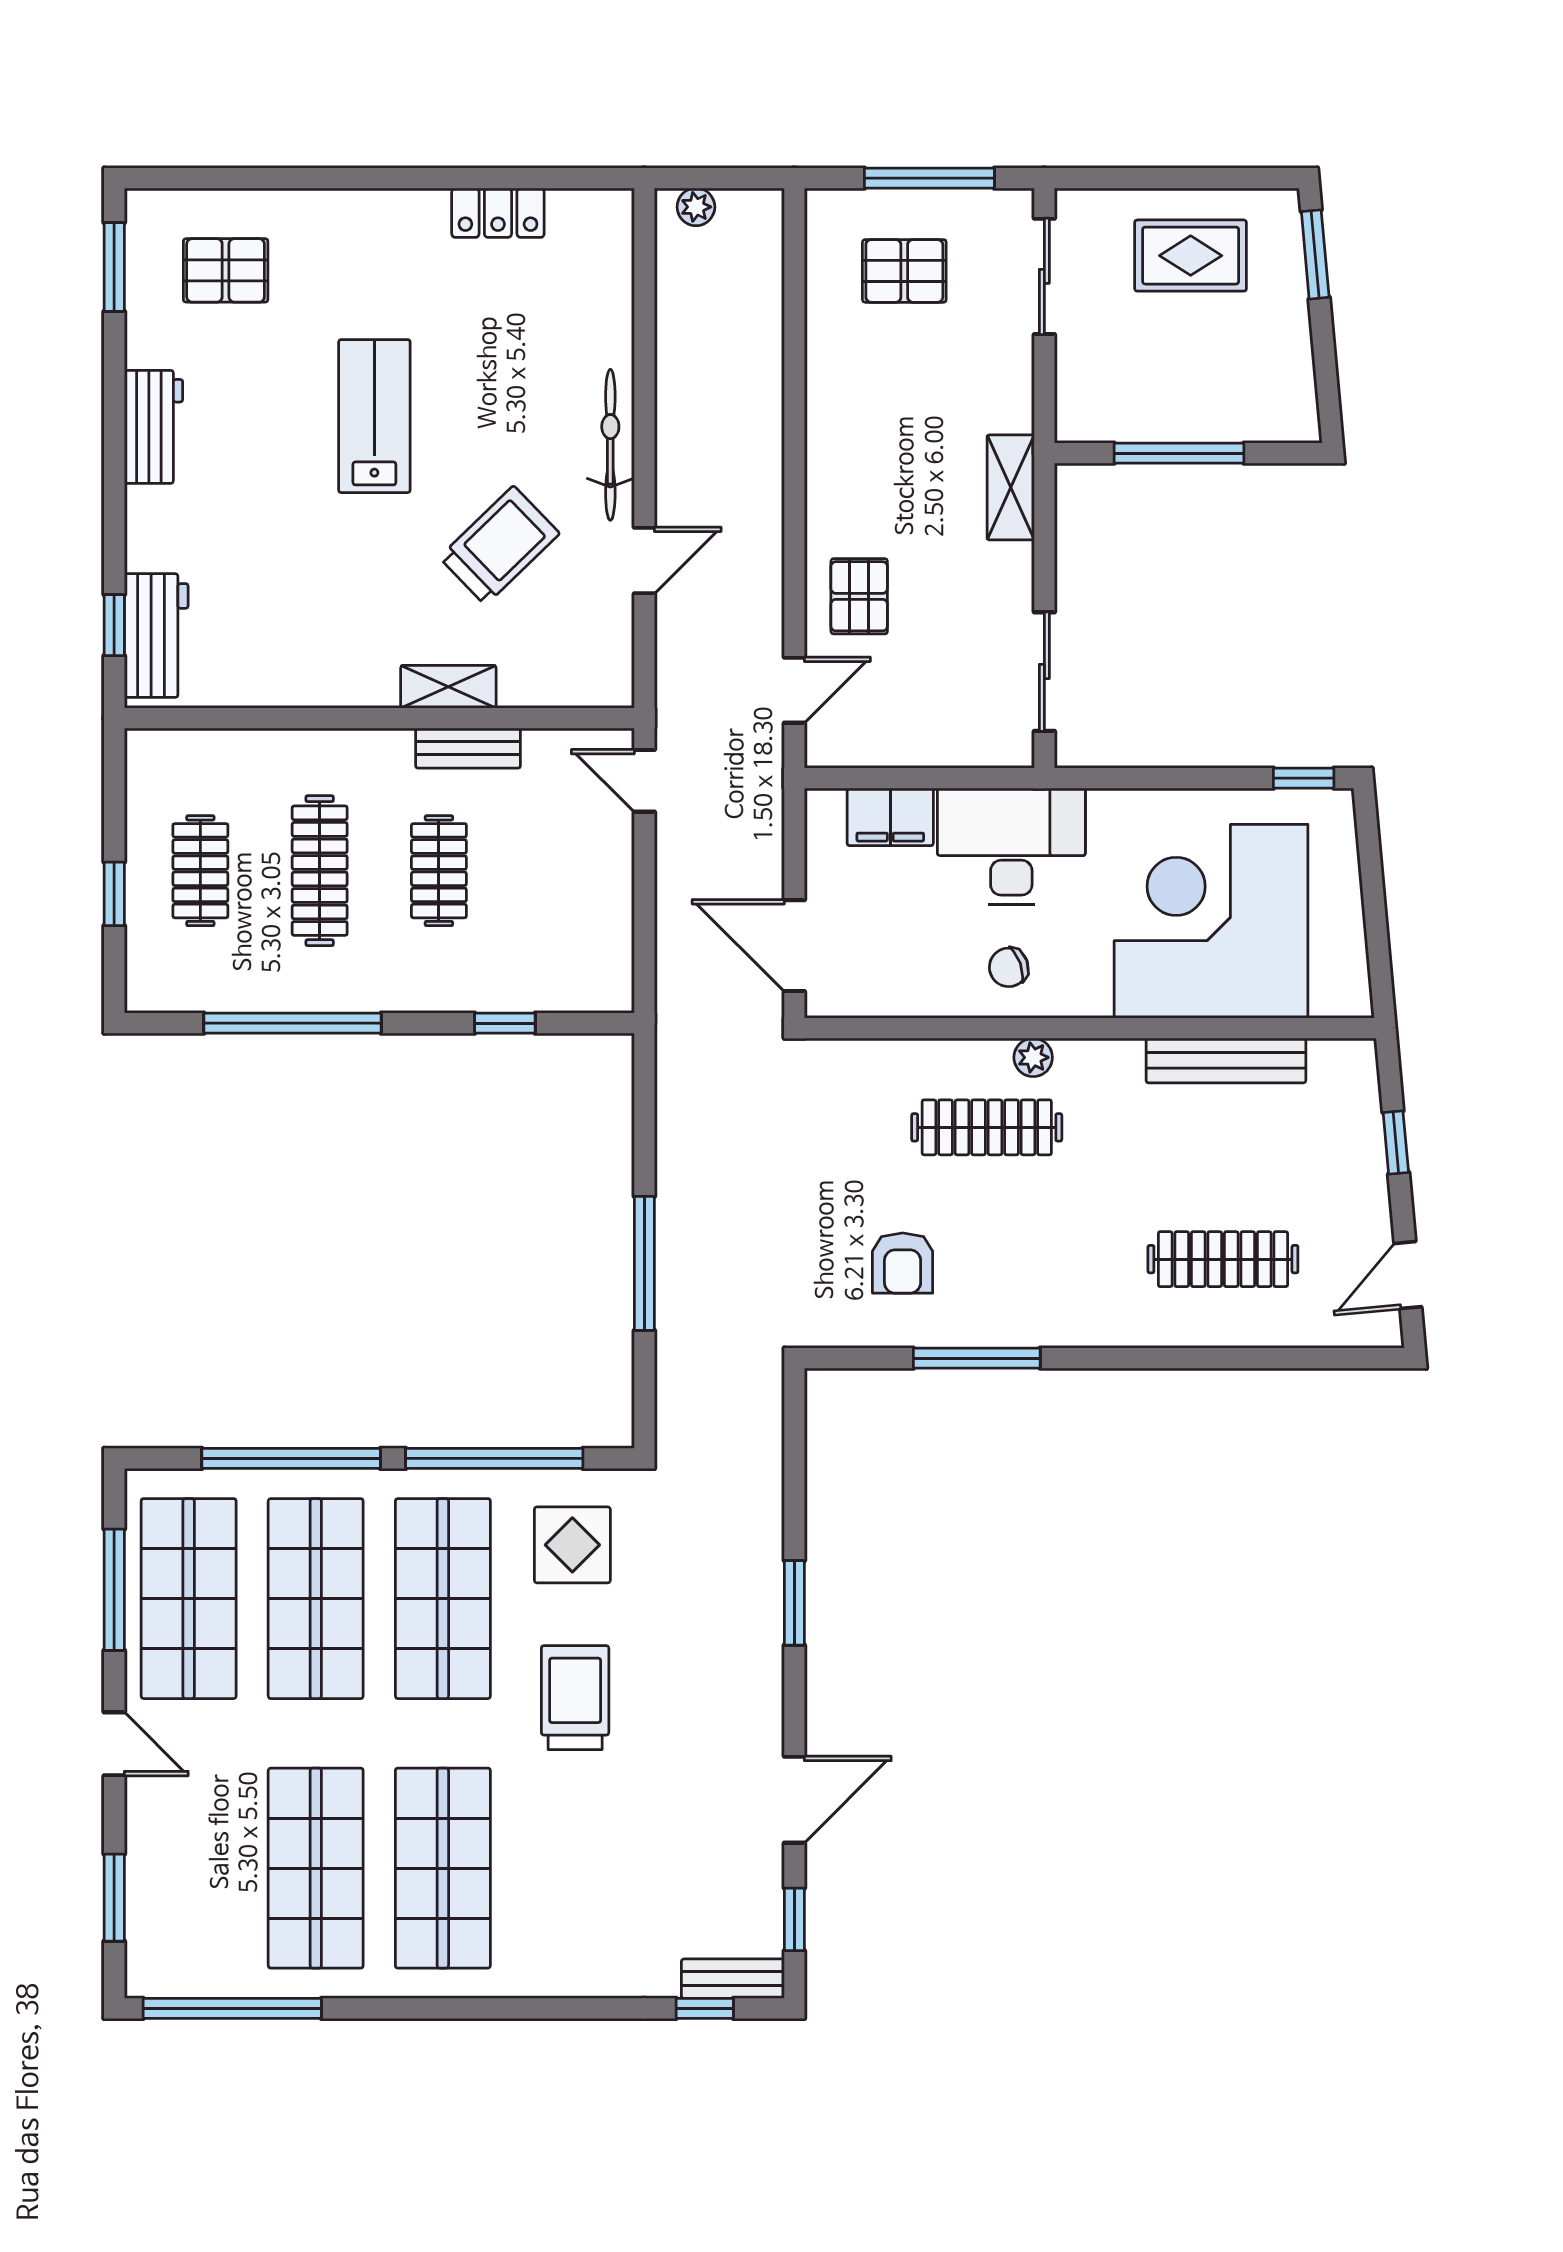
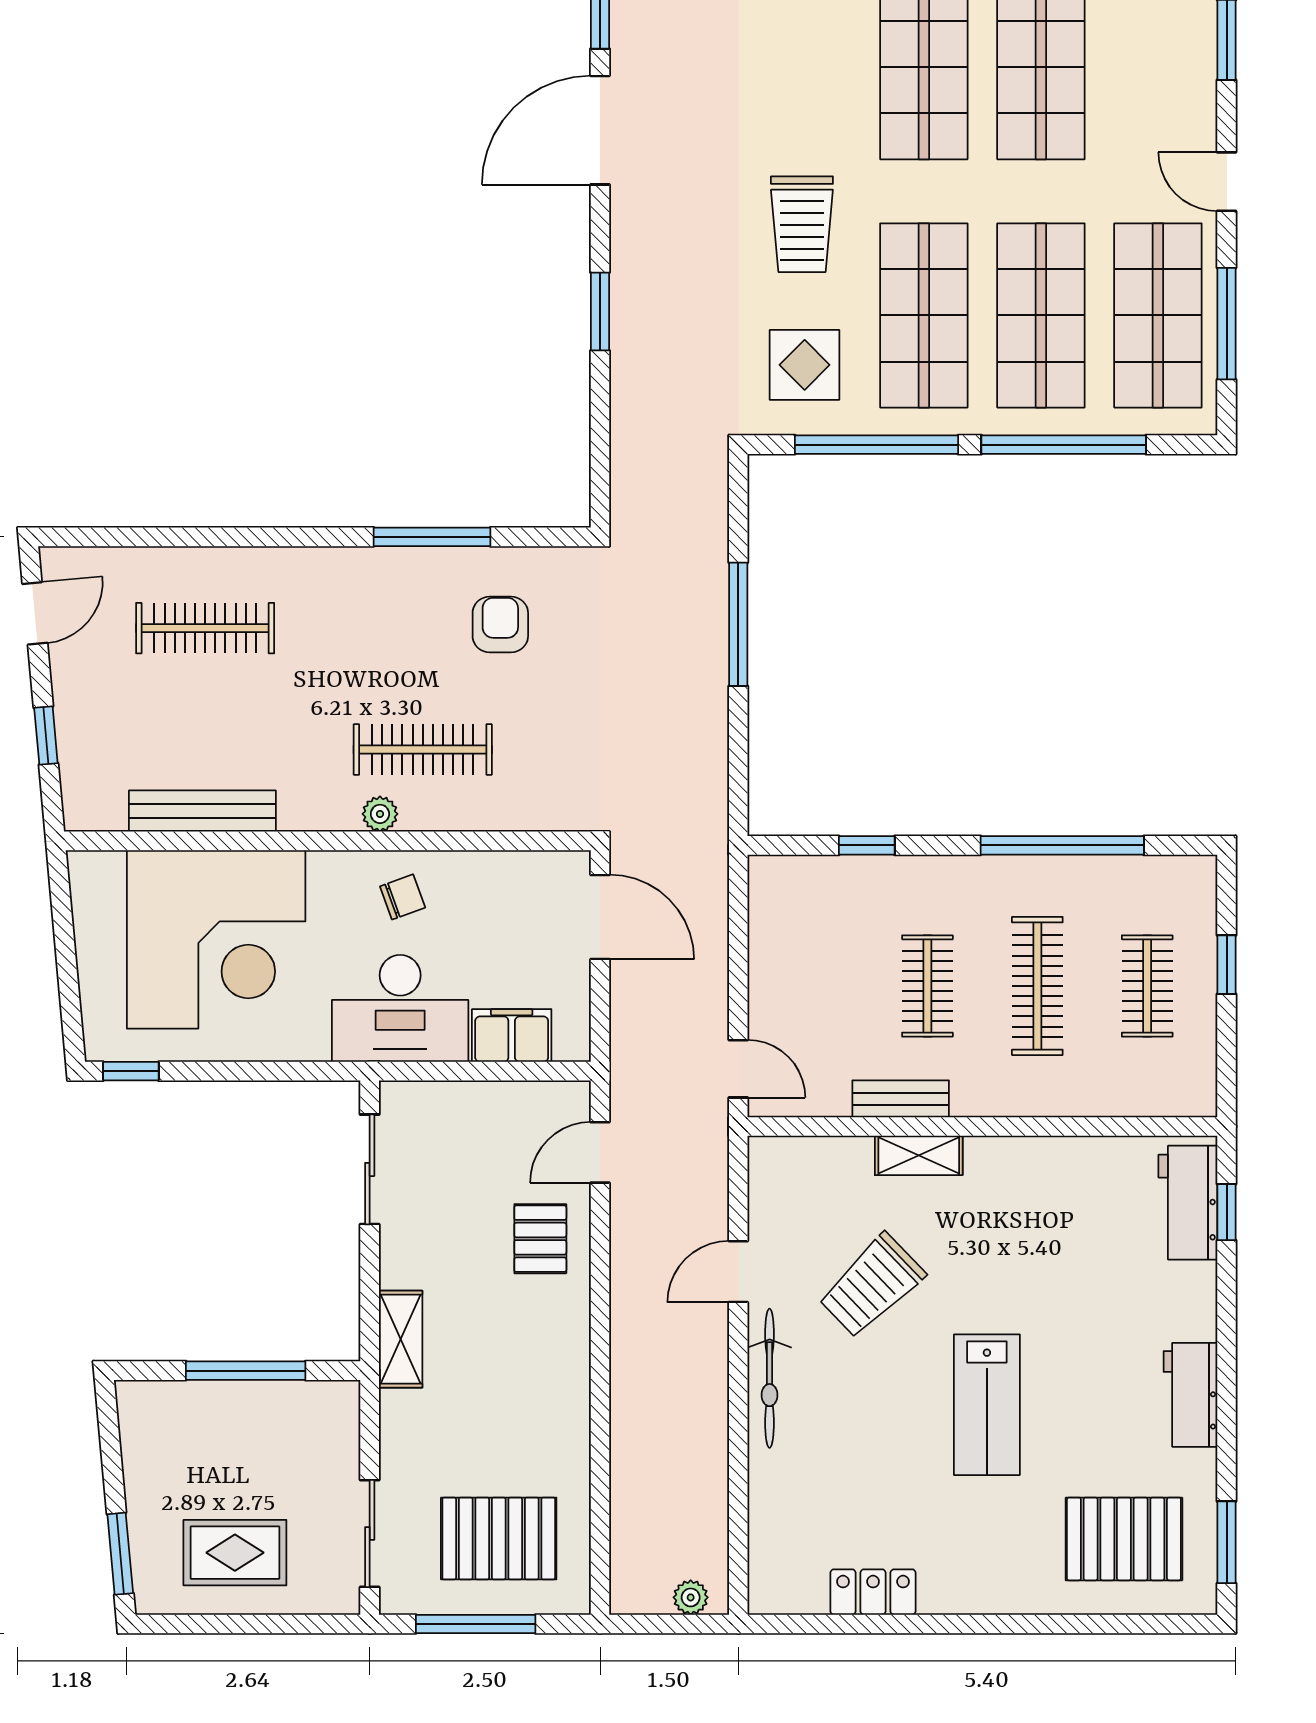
pallet: (226, 270) -> (1124, 1539), width x1.50, depth x1.42
pallet: (904, 271) -> (499, 1538), width x1.50, depth x1.42
door: (794, 1800) -> (600, 130), width x1.36

